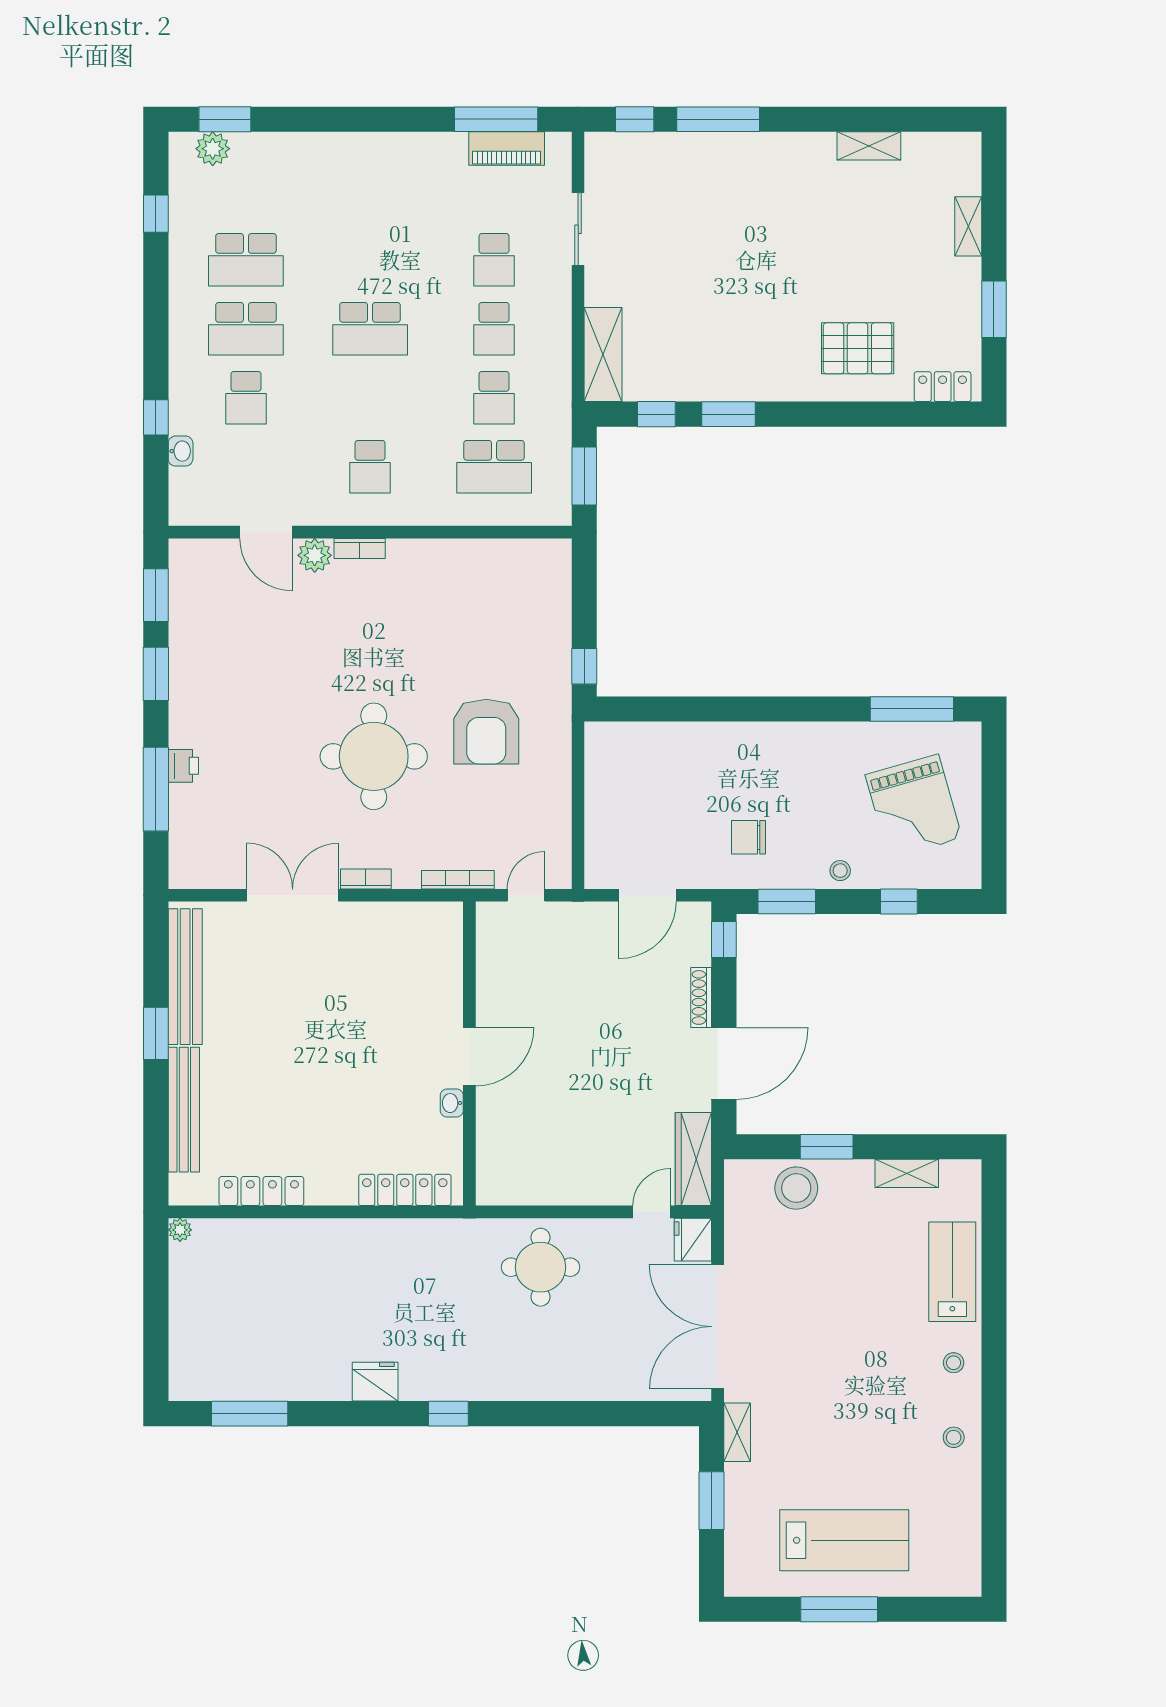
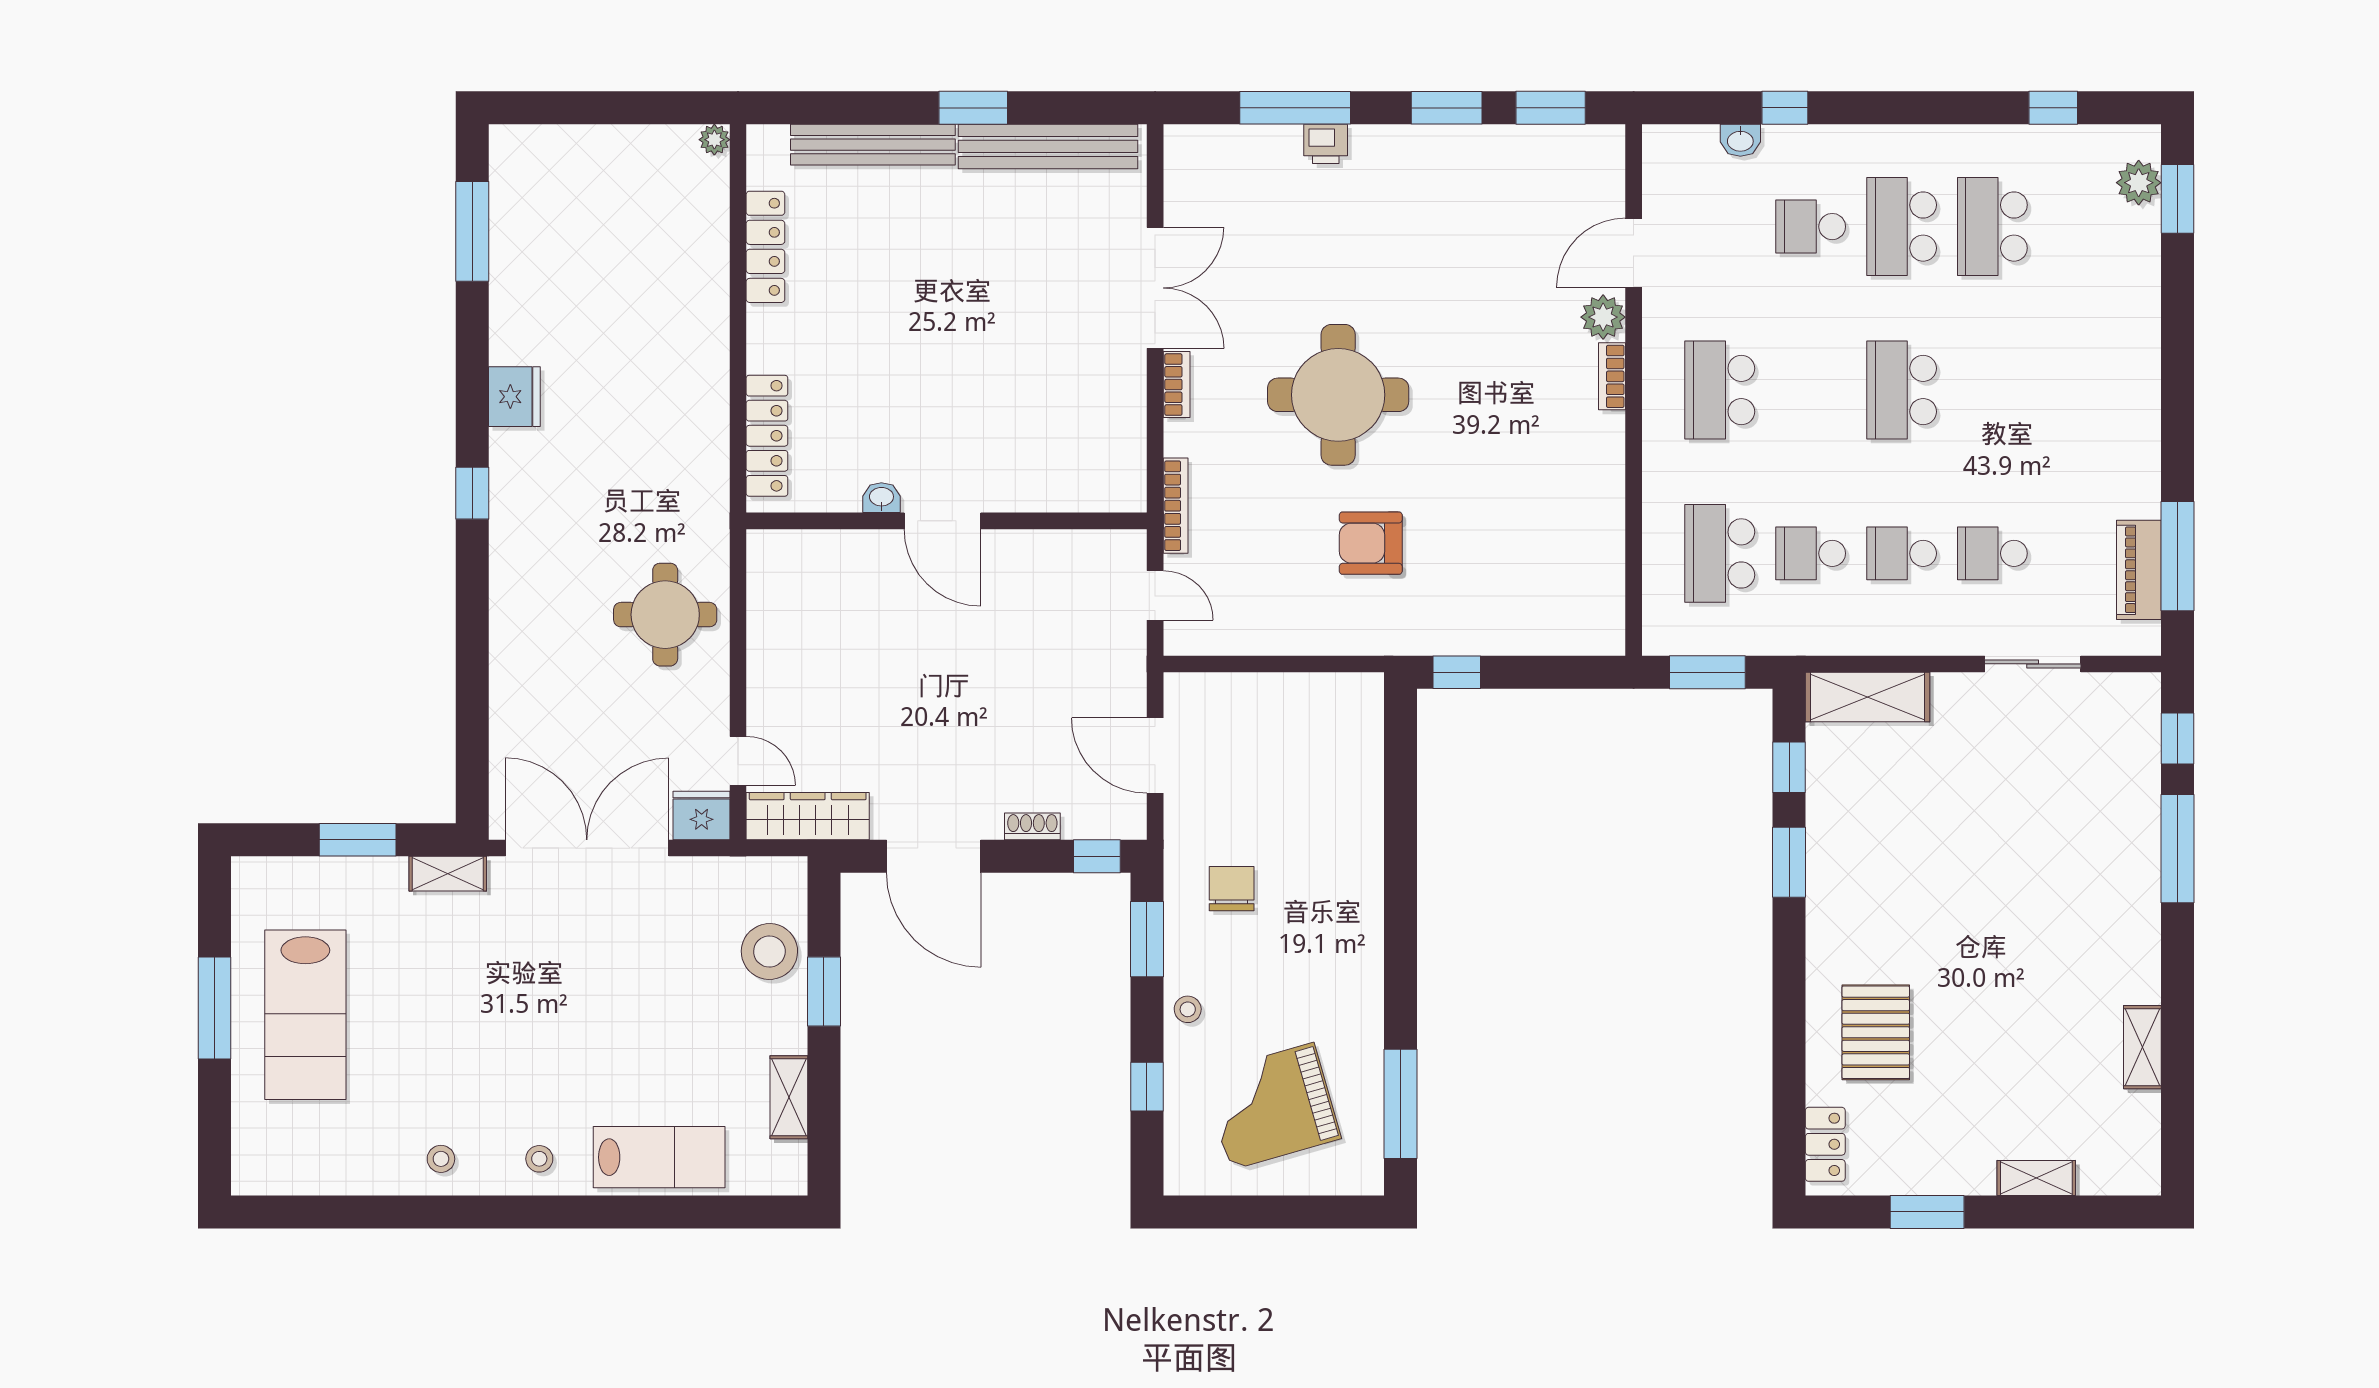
school desk: (370, 467) -> (1720, 390), width x1.85
armchair: (486, 732) -> (1371, 543), width x0.73, depth x0.73
shoe rack: (701, 997) -> (1032, 826), width x0.70

